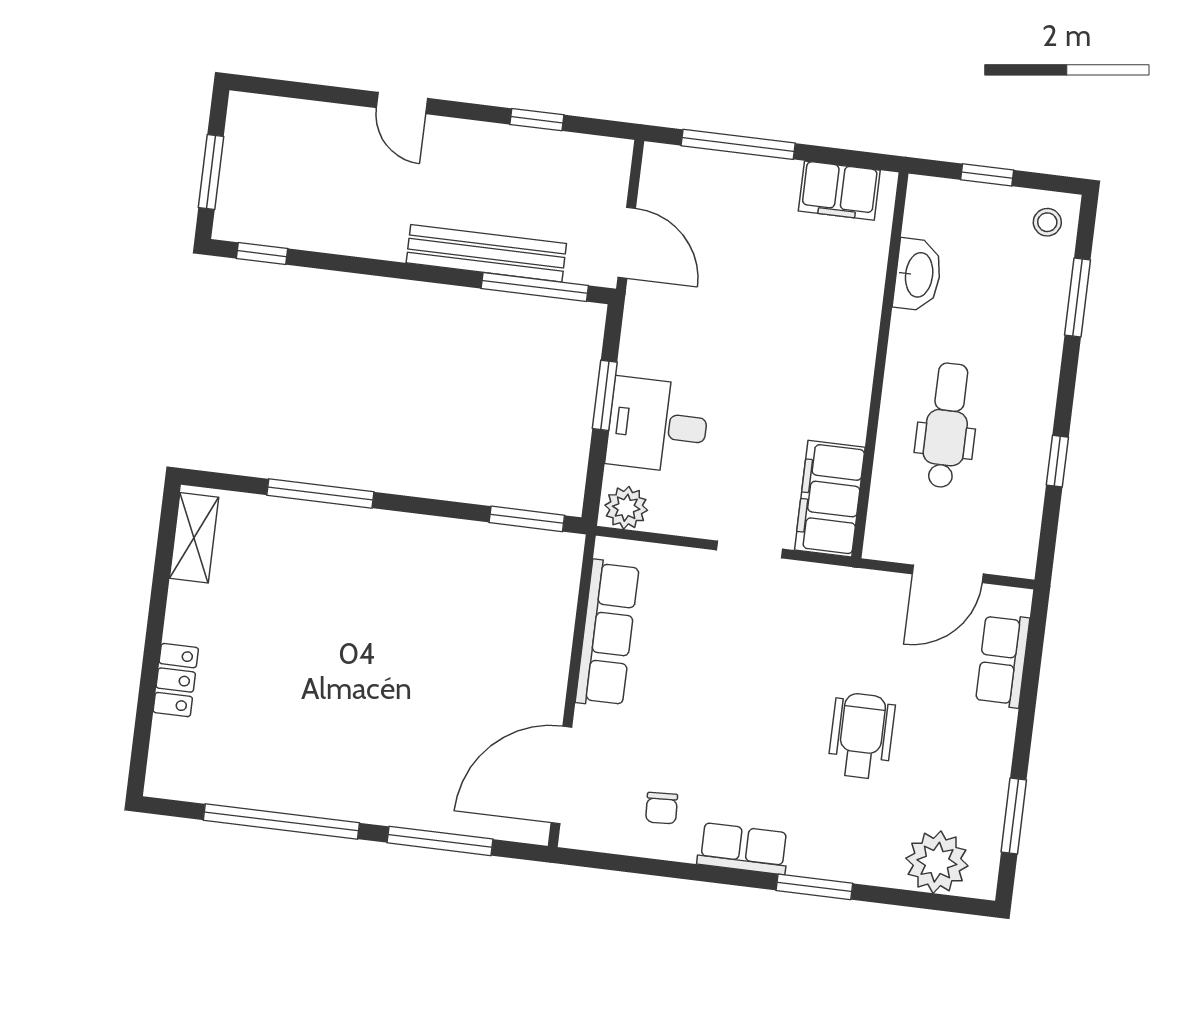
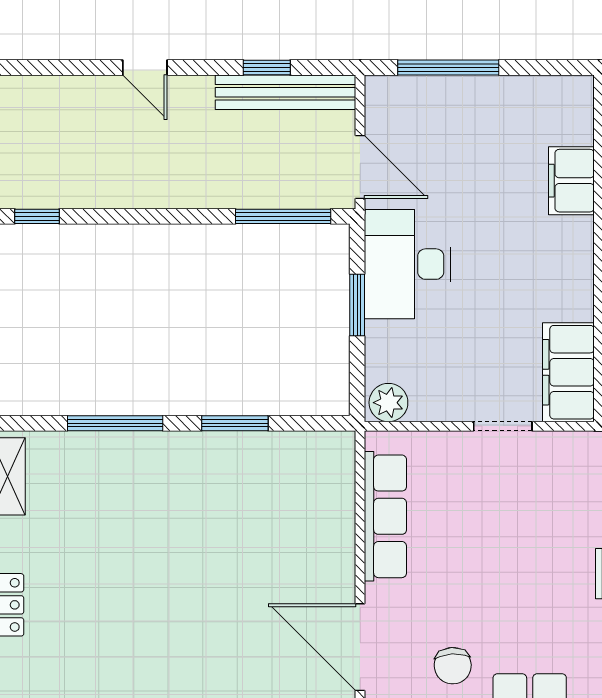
filing cabinet: (839, 191) -> (571, 181), moved, turned 90
bench: (486, 253) -> (286, 92), moved
desk: (658, 425) -> (408, 264), moved, width x1.37
window: (527, 519) -> (235, 423), moved
door: (561, 775) -> (360, 647), hinge flipped
chair: (662, 808) -> (453, 666), width x1.37, depth x1.37

